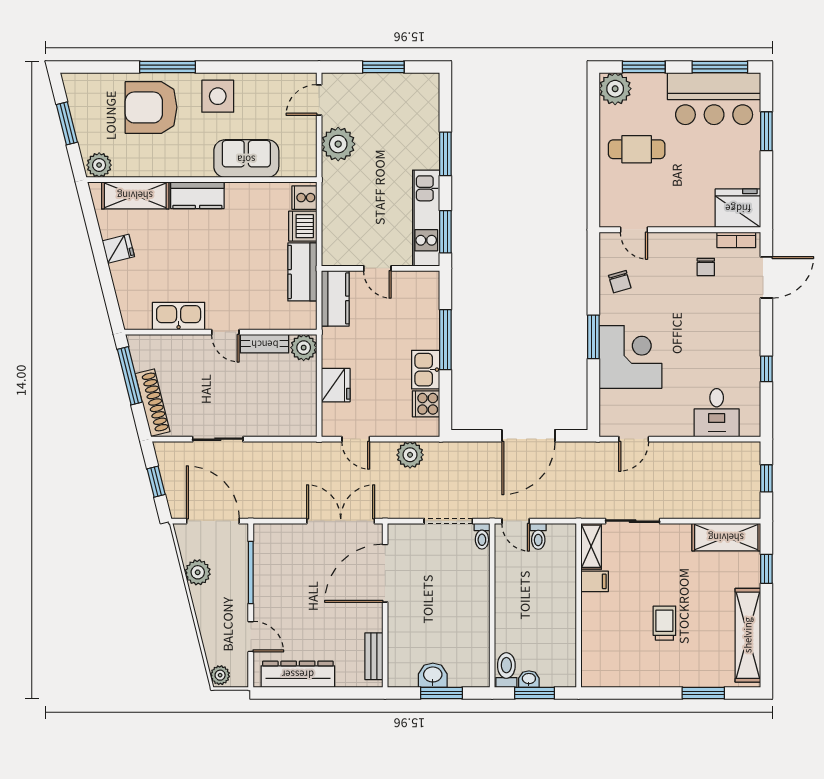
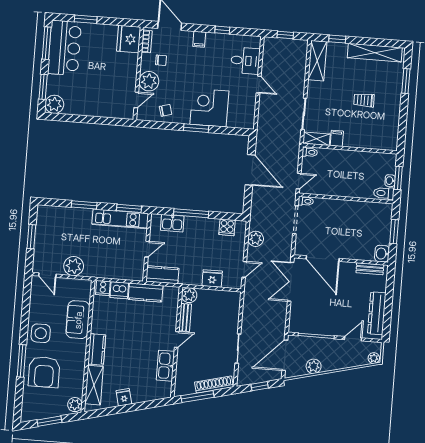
cafe table: (637, 149) -> (90, 95), removed
plant: (668, 249) -> (149, 81), added
filing cabinet: (747, 330) -> (199, 39), added
kitchen sink: (426, 370) -> (172, 223), moved
door: (634, 439) -> (259, 85), moved
toilet: (538, 536) -> (310, 152), moved
washbasin: (433, 675) -> (382, 254), moved

